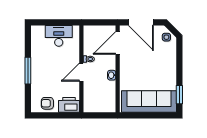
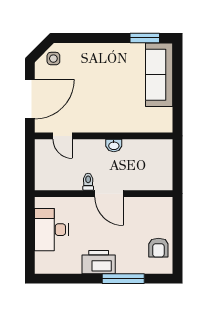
door: (118, 43) -> (62, 136), width x0.53
window: (28, 71) -> (123, 279), moved
sofa: (149, 101) -> (159, 75), width x0.74, depth x0.79
printer: (69, 105) -> (99, 262), moved, turned 90

